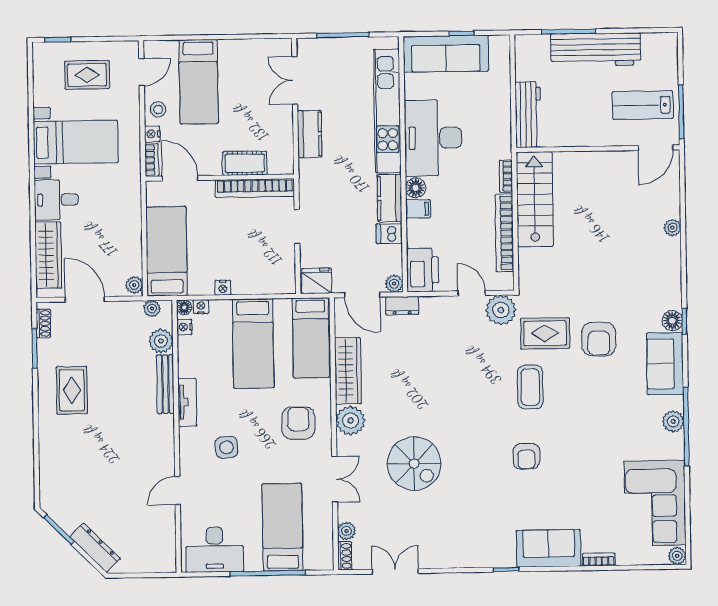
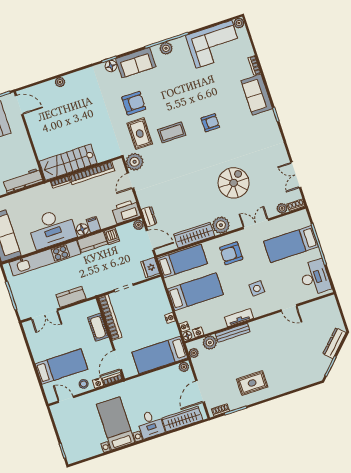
rug: (87, 75) -> (77, 429), removed
door: (362, 295) -> (150, 240), hinge flipped

